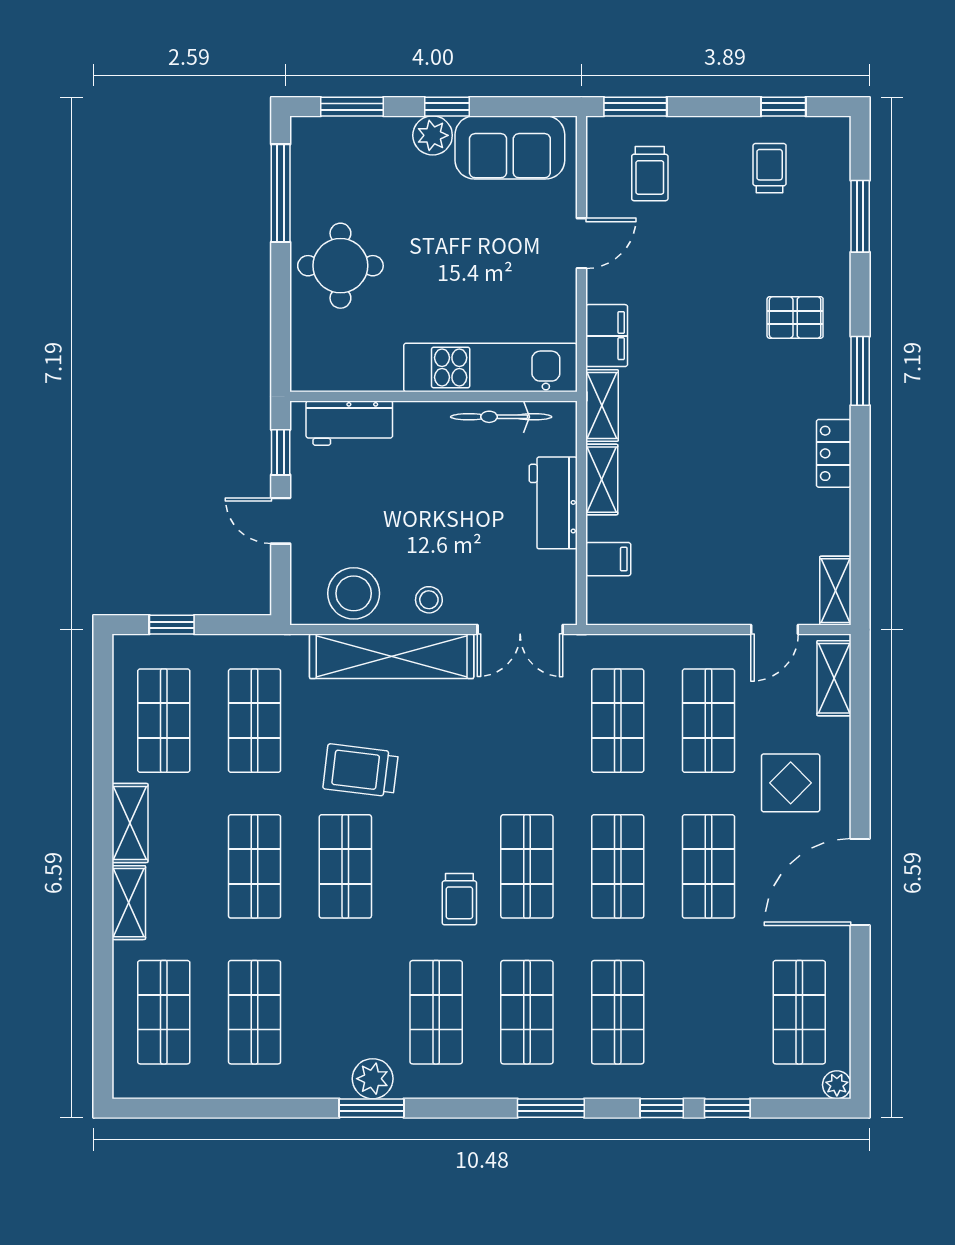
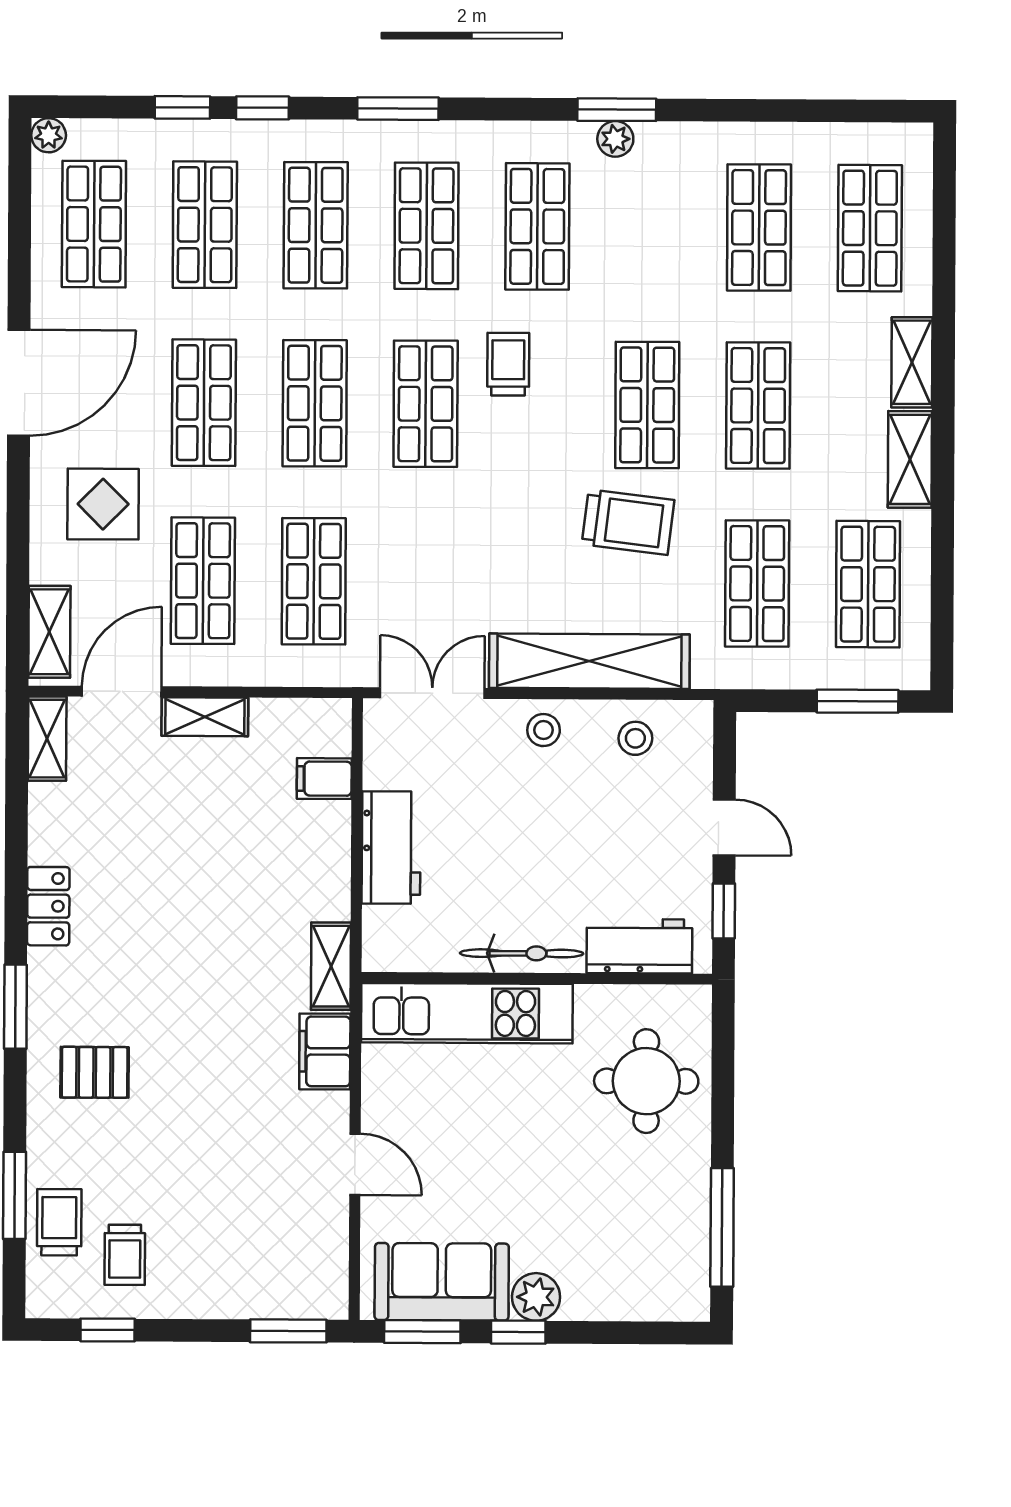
window: (352, 107) -> (422, 1332), moved
trolley: (650, 174) -> (59, 1222), moved
door: (581, 243) -> (355, 1164), swing flipped
round table: (340, 266) -> (646, 1081), moved
bicycle: (501, 417) -> (522, 953), moved
shelving: (602, 480) -> (205, 717), moved, turned 90
stool: (354, 593) -> (635, 738), width x0.53, depth x0.53
window: (172, 625) -> (858, 701), width x1.50
door: (774, 630) -> (122, 691), width x1.37
shop shelf: (708, 1012) -> (205, 225), added
plant: (373, 1079) -> (615, 139), width x0.73, depth x0.73

